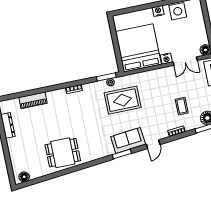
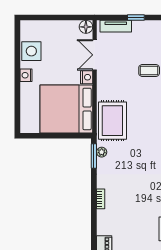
double door: (185, 61) -> (95, 55), swing flipped
rug: (123, 100) -> (112, 121), moved

